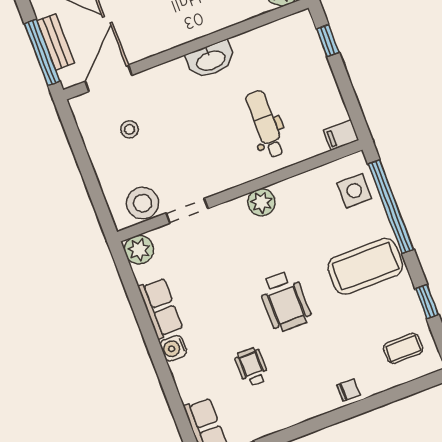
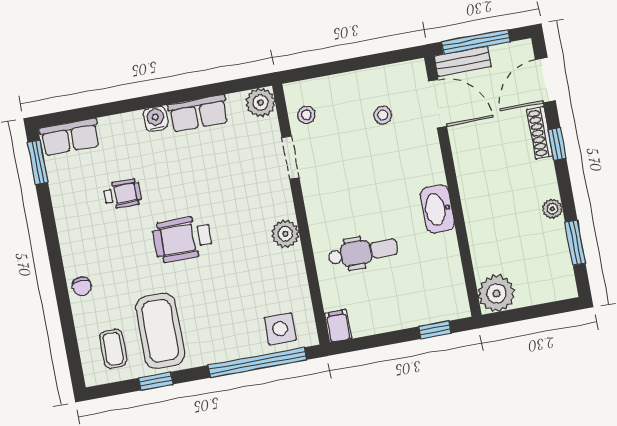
bench: (56, 42) -> (463, 61), moved
stool: (143, 203) -> (306, 115), width x0.53, depth x0.53
coffee table: (365, 266) -> (160, 331), moved

